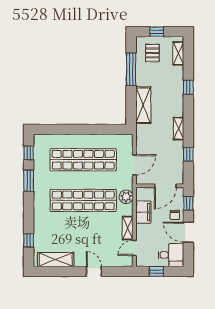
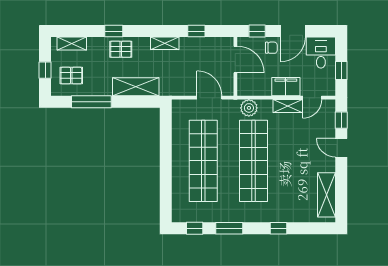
pallet: (174, 93) -> (121, 49), added
filing cabinet: (143, 212) -> (286, 87), moved
window: (29, 240) -> (278, 228), moved
door: (134, 248) -> (312, 98), hinge flipped
door: (94, 271) -> (341, 148), hinge flipped
window: (116, 271) -> (341, 120), added

